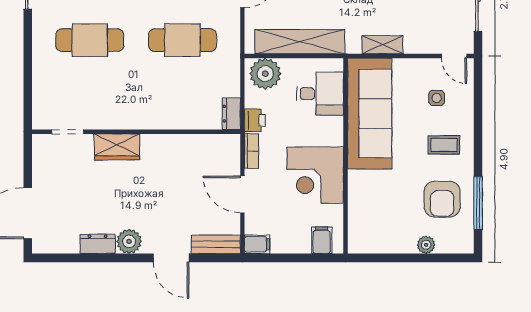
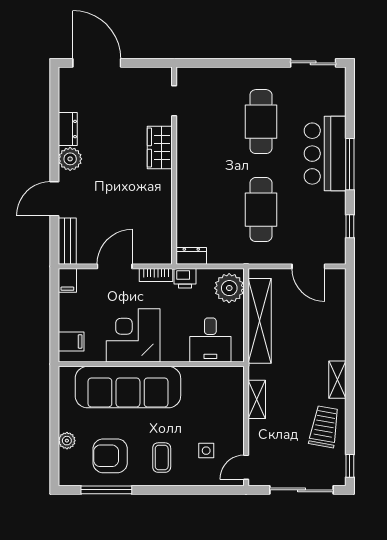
sofa: (370, 114) -> (128, 387), moved

